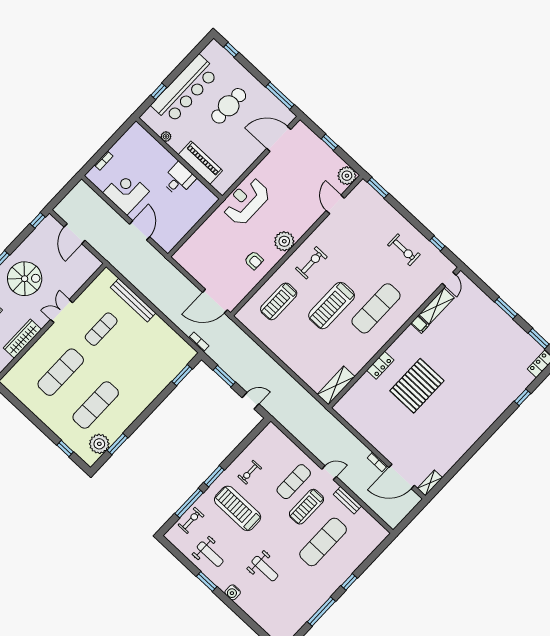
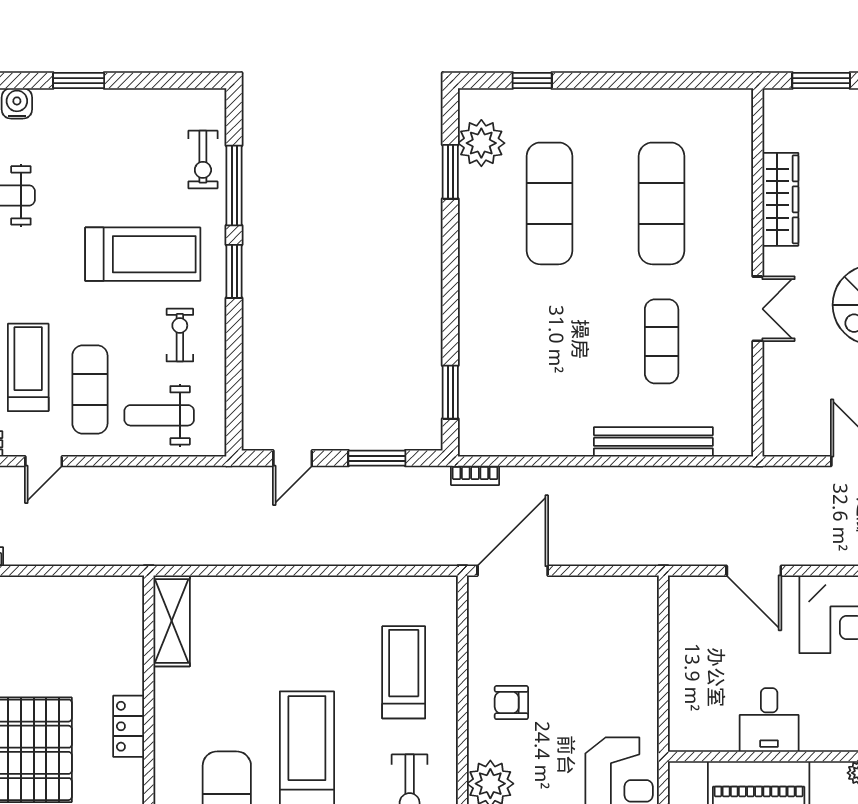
weight bench: (210, 554) -> (159, 415), moved

